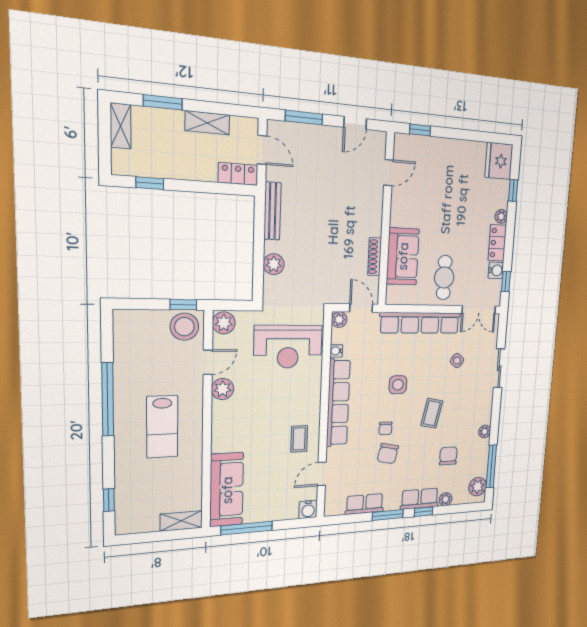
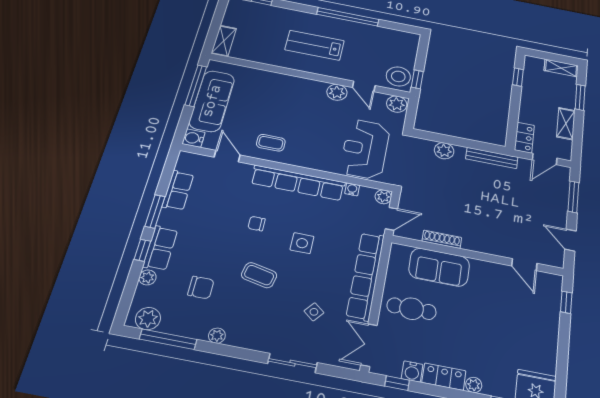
chair: (388, 454) -> (227, 222), removed
sofa: (227, 490) -> (212, 101), moved, turned -90

